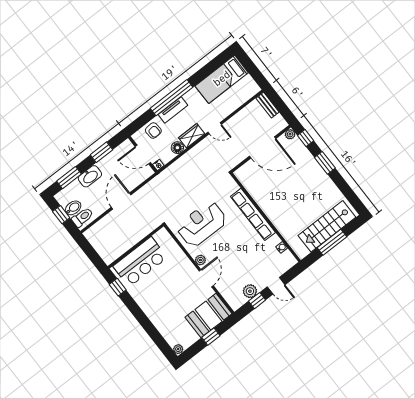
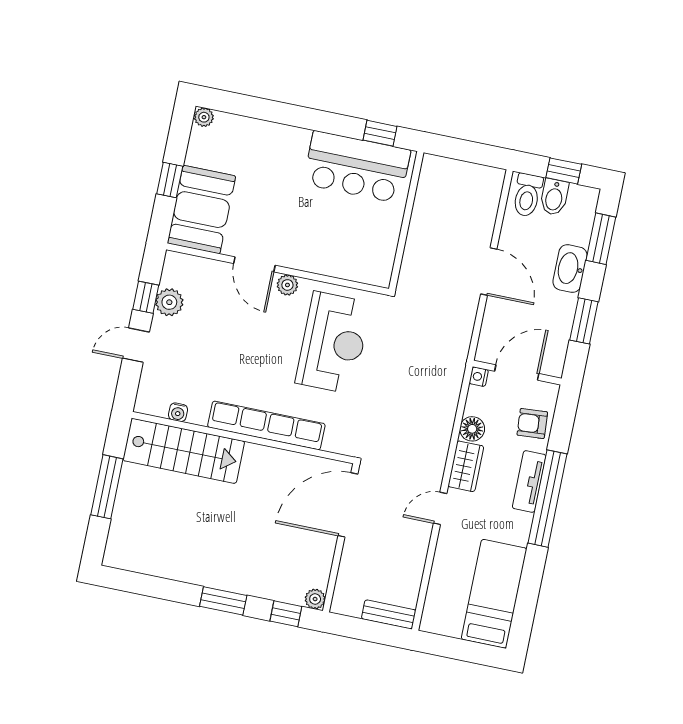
door: (263, 147) -> (348, 505), moved
stairs: (327, 226) -> (184, 451), moved, turned 90
bar counter: (140, 262) -> (357, 167), moved, turned -90

